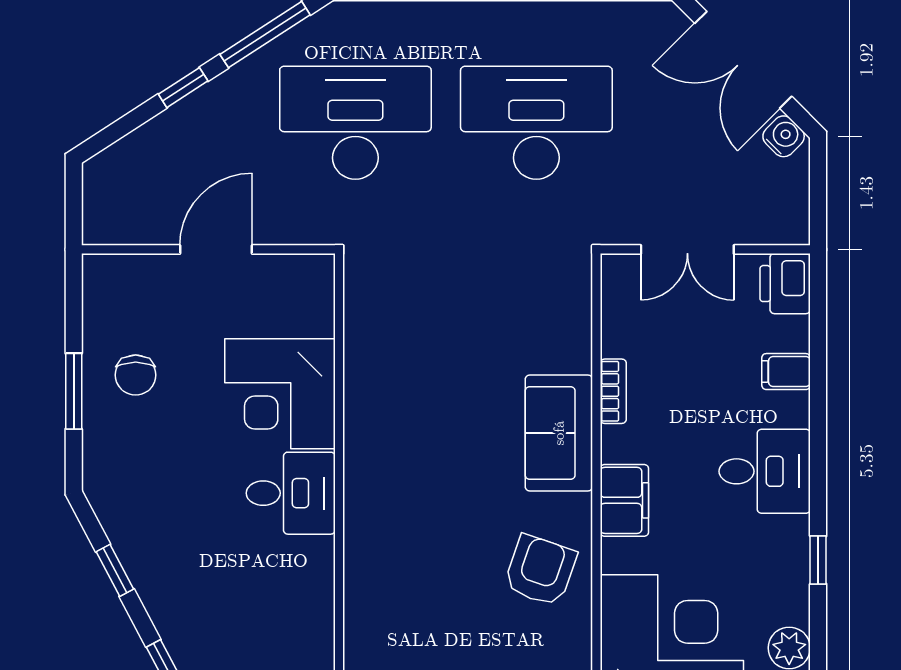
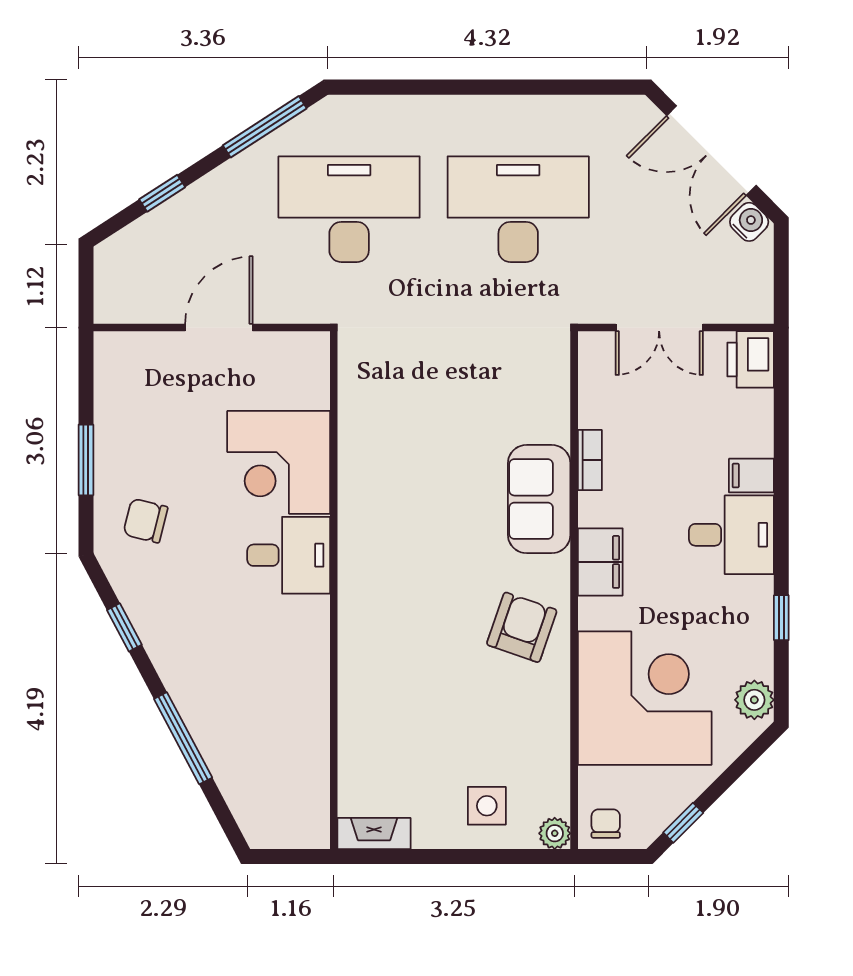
window: (183, 88) -> (162, 193), moved
filing cabinet: (786, 372) -> (751, 476), moved
chair: (136, 375) -> (145, 521), moved, turned 104

